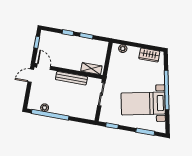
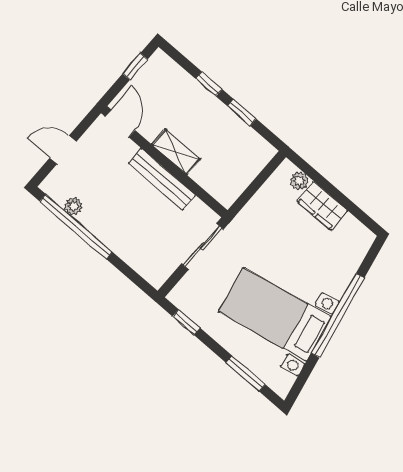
wardrobe: (149, 55) -> (322, 206), moved
shelving: (91, 69) -> (176, 152), moved
door: (31, 76) -> (63, 150), moved

